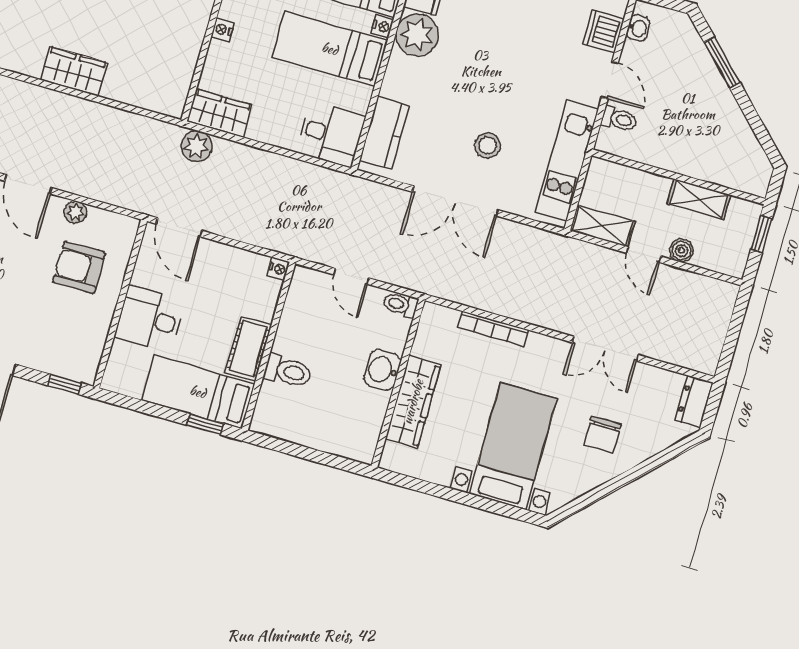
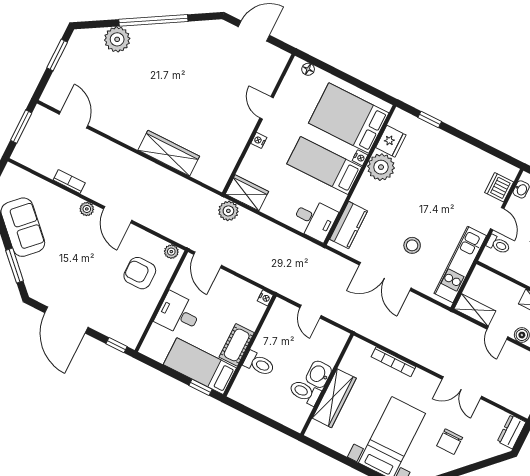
wardrobe: (74, 71) -> (169, 153), width x1.50
plant: (75, 212) -> (171, 252), moved
toilet: (400, 305) -> (305, 392), moved, width x1.37, depth x1.39

